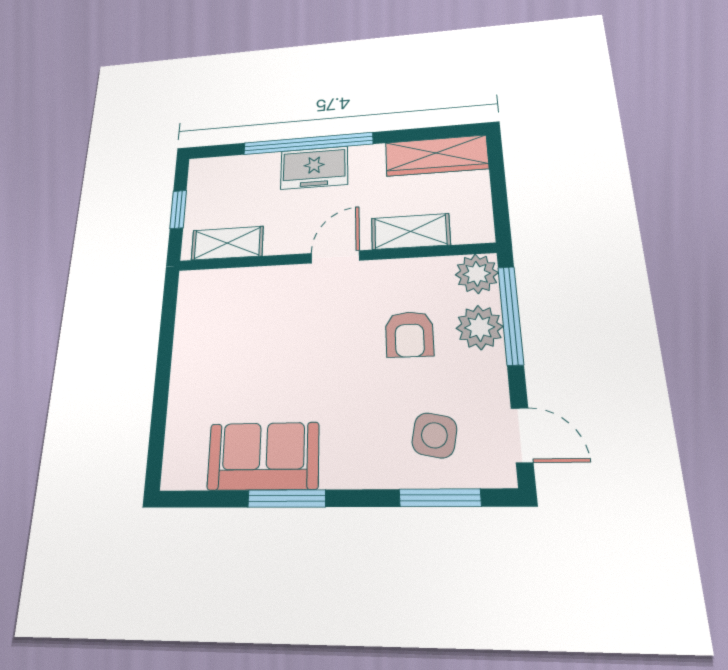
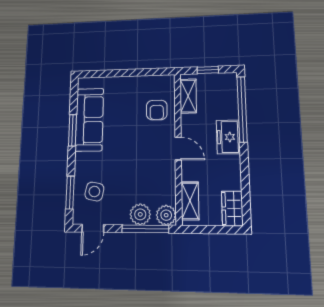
window: (308, 143) -> (242, 109), moved
wardrobe: (436, 156) -> (232, 208), width x0.67
shelving: (410, 231) -> (190, 201), moved
armchair: (409, 334) -> (157, 110), moved, turned -90
sofa: (263, 456) -> (89, 120), width x1.36

